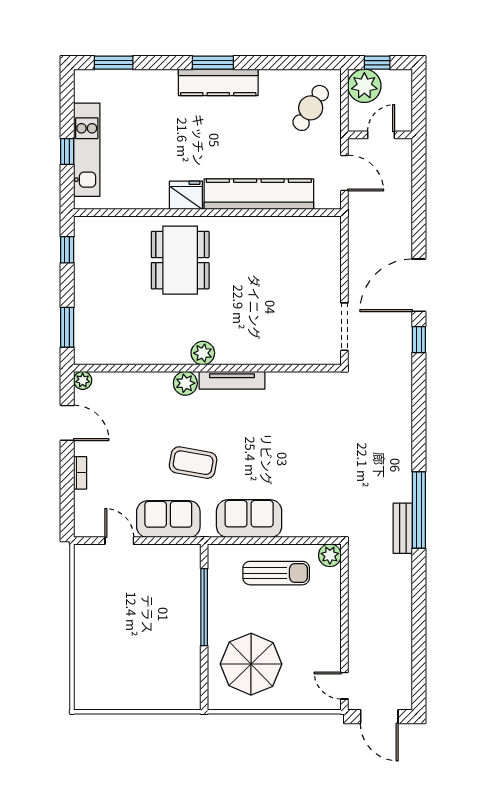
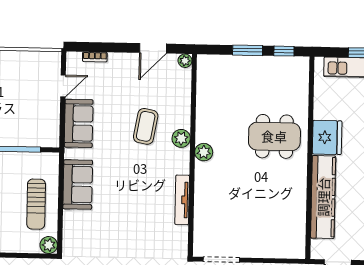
fridge: (186, 195) -> (327, 137), width x1.36, depth x1.34
window: (67, 327) -> (248, 50), moved
tv unit: (232, 380) -> (182, 200), moved
coffee table: (193, 463) -> (146, 126), moved
bookcase: (80, 473) -> (95, 57), moved

